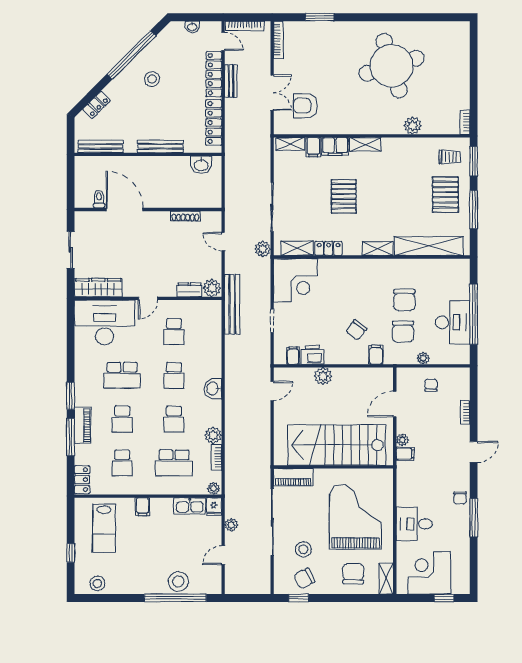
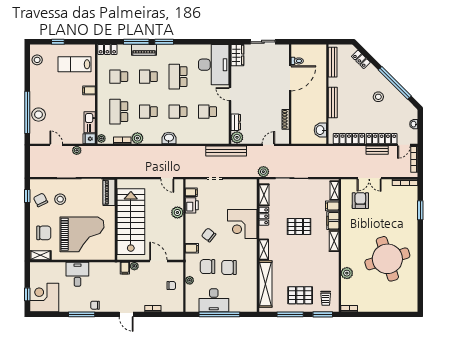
corner desk: (295, 280) -> (242, 224), moved
wardrobe: (98, 288) -> (237, 55), width x0.67
corner desk: (429, 573) -> (44, 297), moved, turned -90

